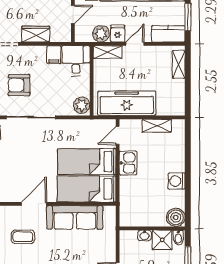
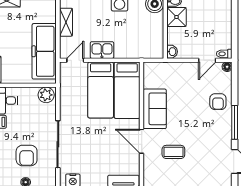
door: (118, 135) -> (75, 60), swing flipped
sofa: (75, 217) -> (155, 109), width x0.73
washbasin: (144, 235) -> (172, 52), moved
coffee table: (23, 237) -> (173, 152), turned 90

